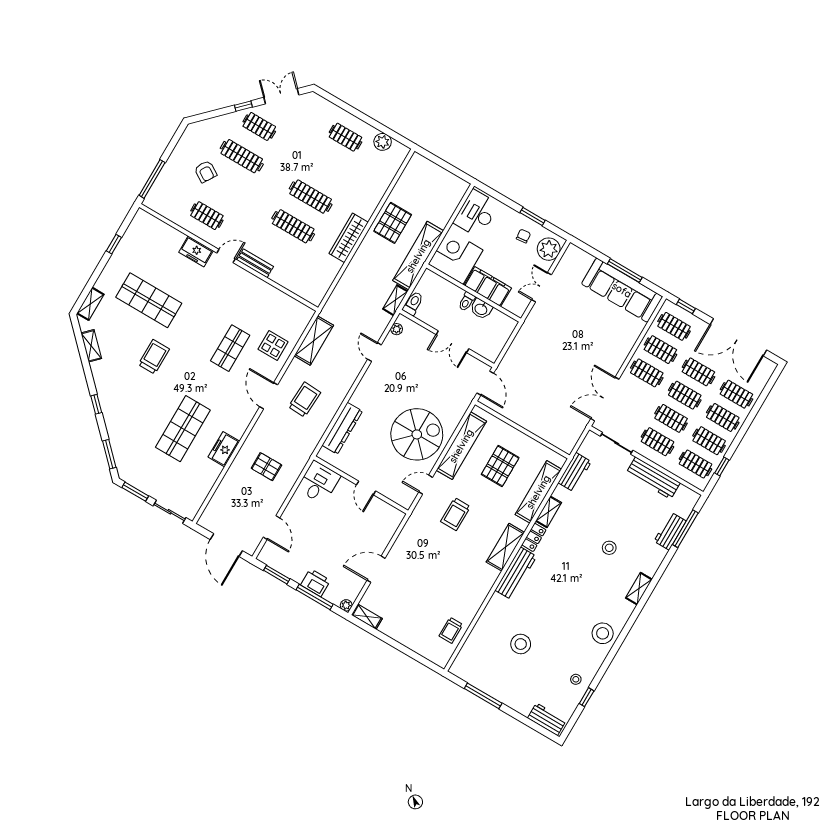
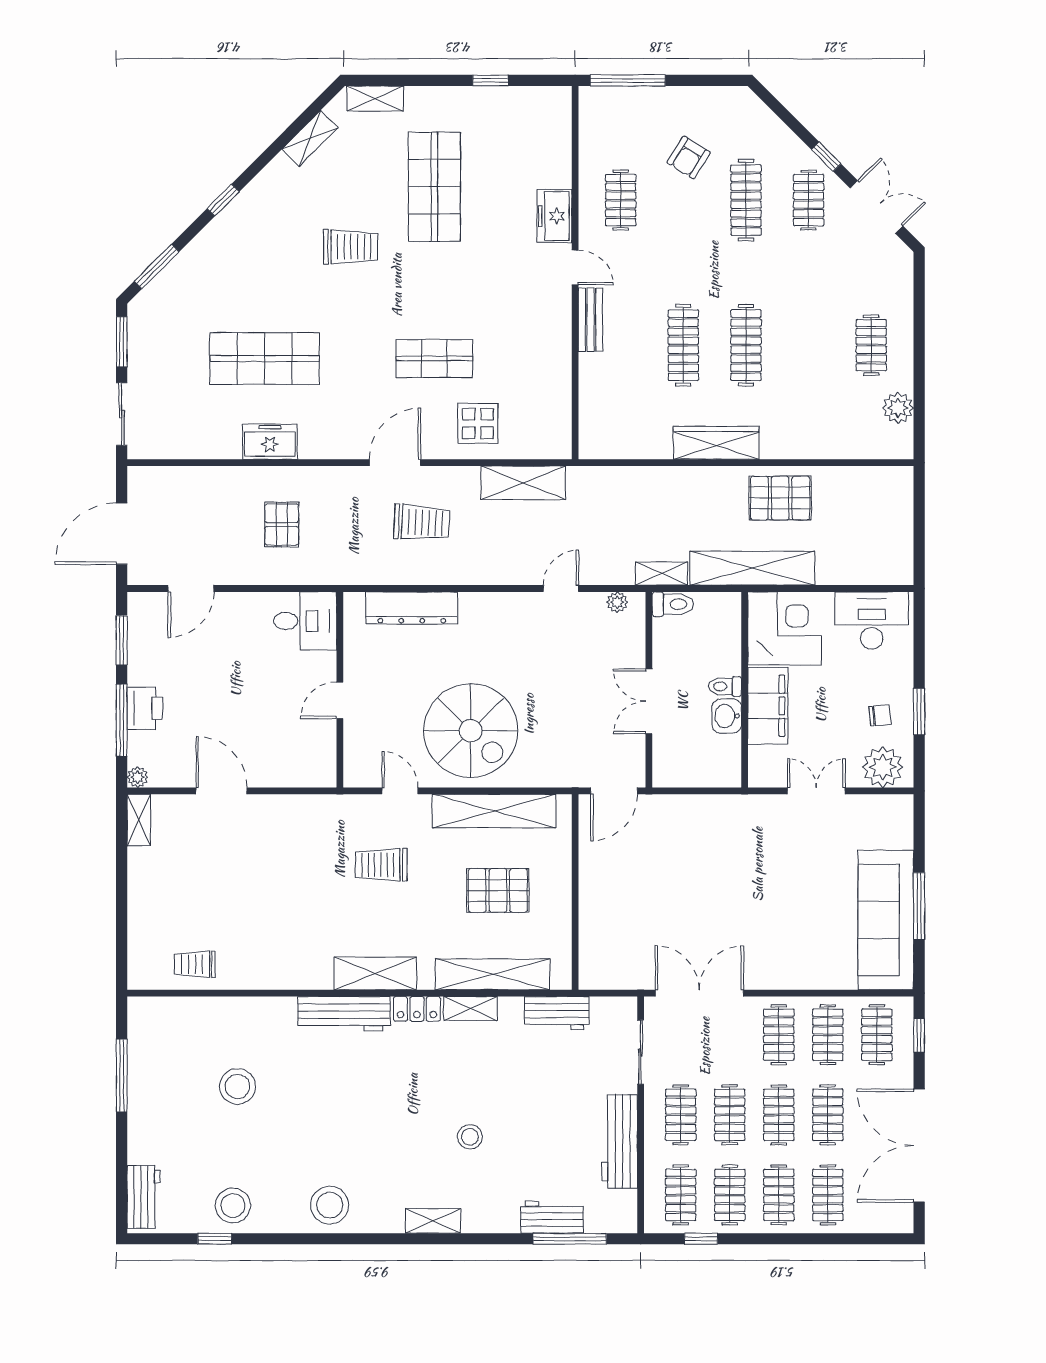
stool: (576, 679) -> (233, 1205), width x1.89, depth x1.89

